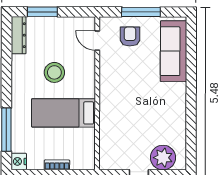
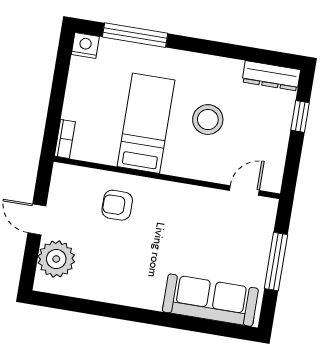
window: (42, 12) -> (300, 116), width x0.67
armchair: (130, 36) -> (117, 205), moved, turned 180
bookcase: (57, 165) -> (65, 139), moved

